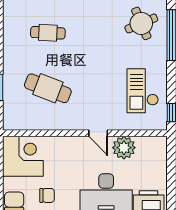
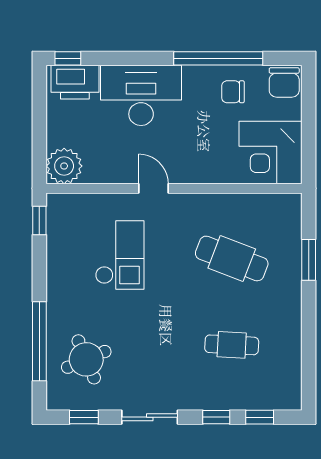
checkout: (143, 91) -> (120, 255), moved
plant: (124, 148) -> (64, 166), moved

